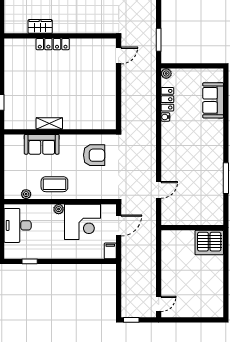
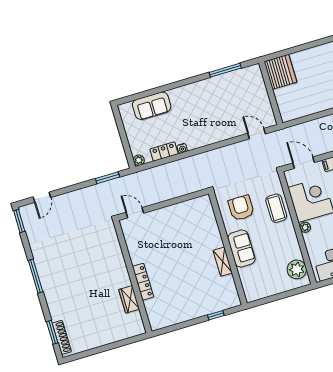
sofa: (42, 144) -> (241, 249), moved
coffee table: (54, 184) -> (276, 208), moved
plant: (26, 194) -> (297, 269), width x1.87, depth x1.87
wall: (192, 228) -> (271, 93), moved
server rack: (209, 243) -> (280, 72), moved

